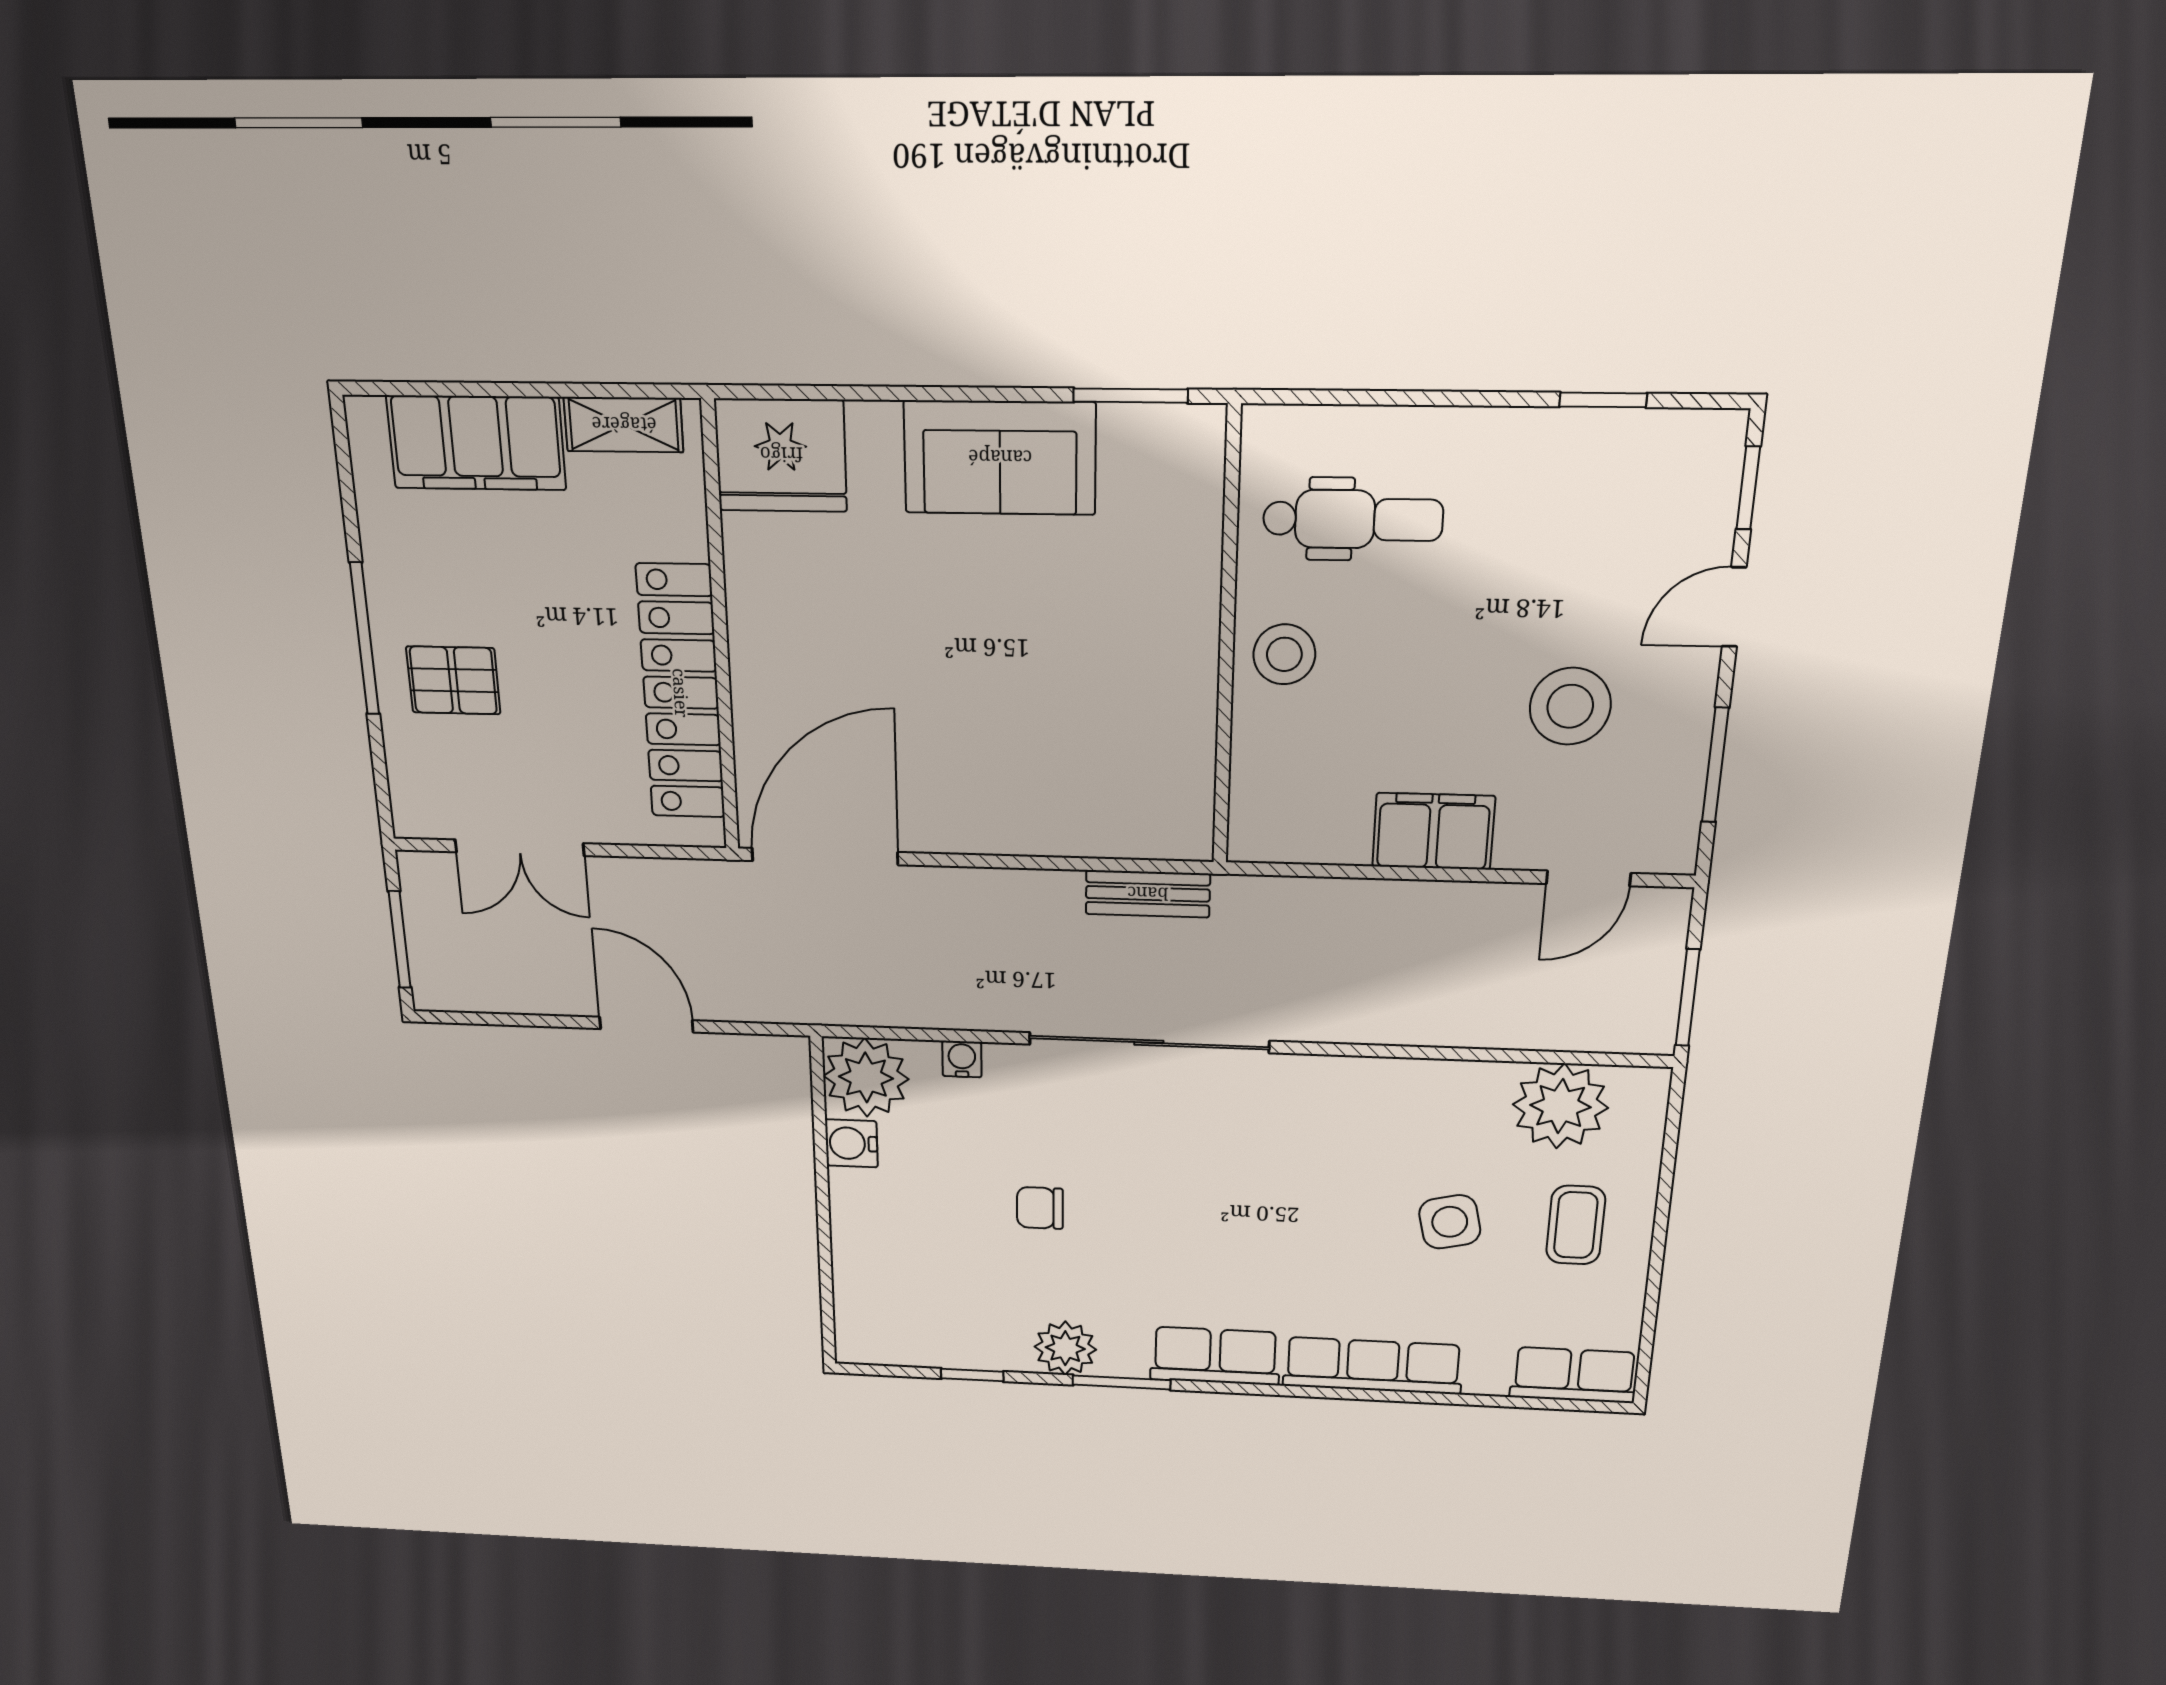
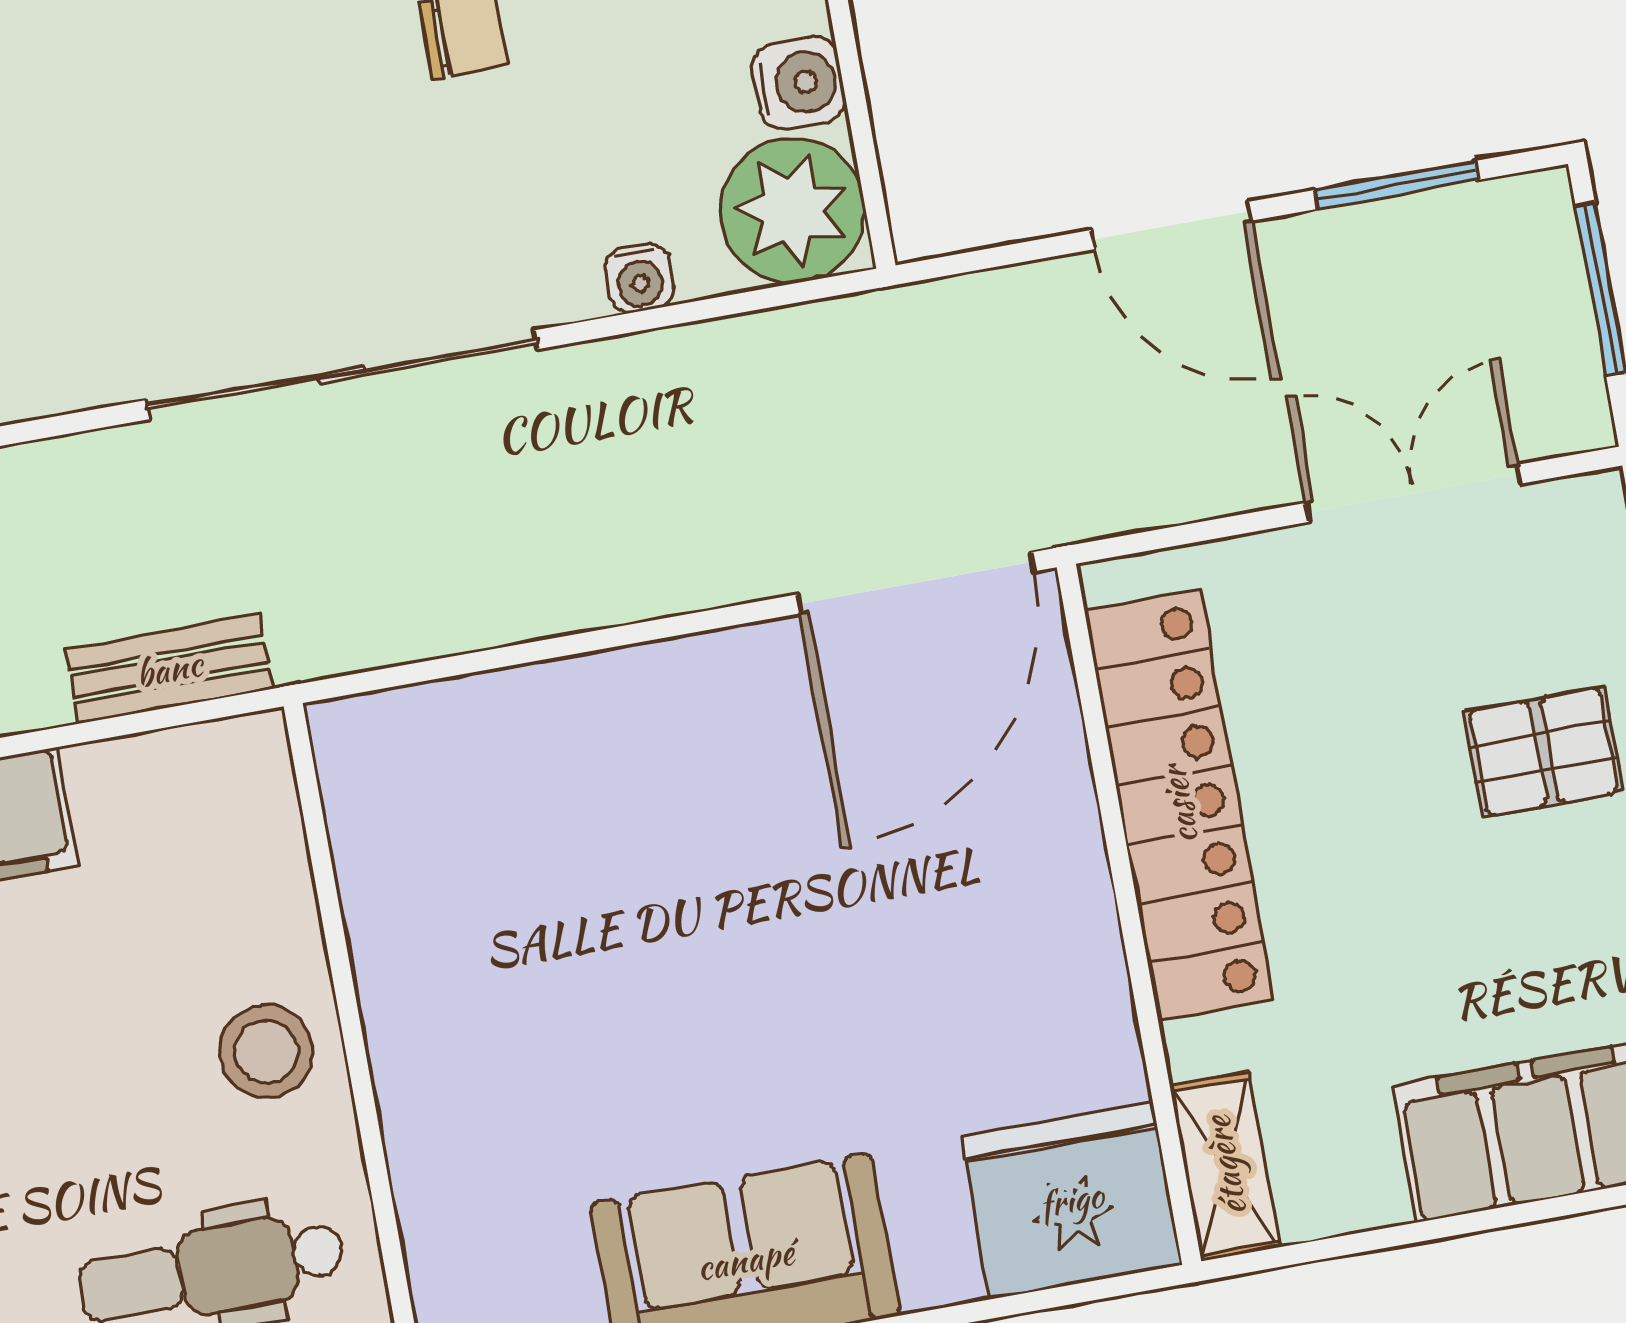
shelving: (624, 425) -> (1225, 1166), moved, turned 90
bench: (1148, 894) -> (169, 669), moved
window: (514, 1020) -> (1396, 185), added

